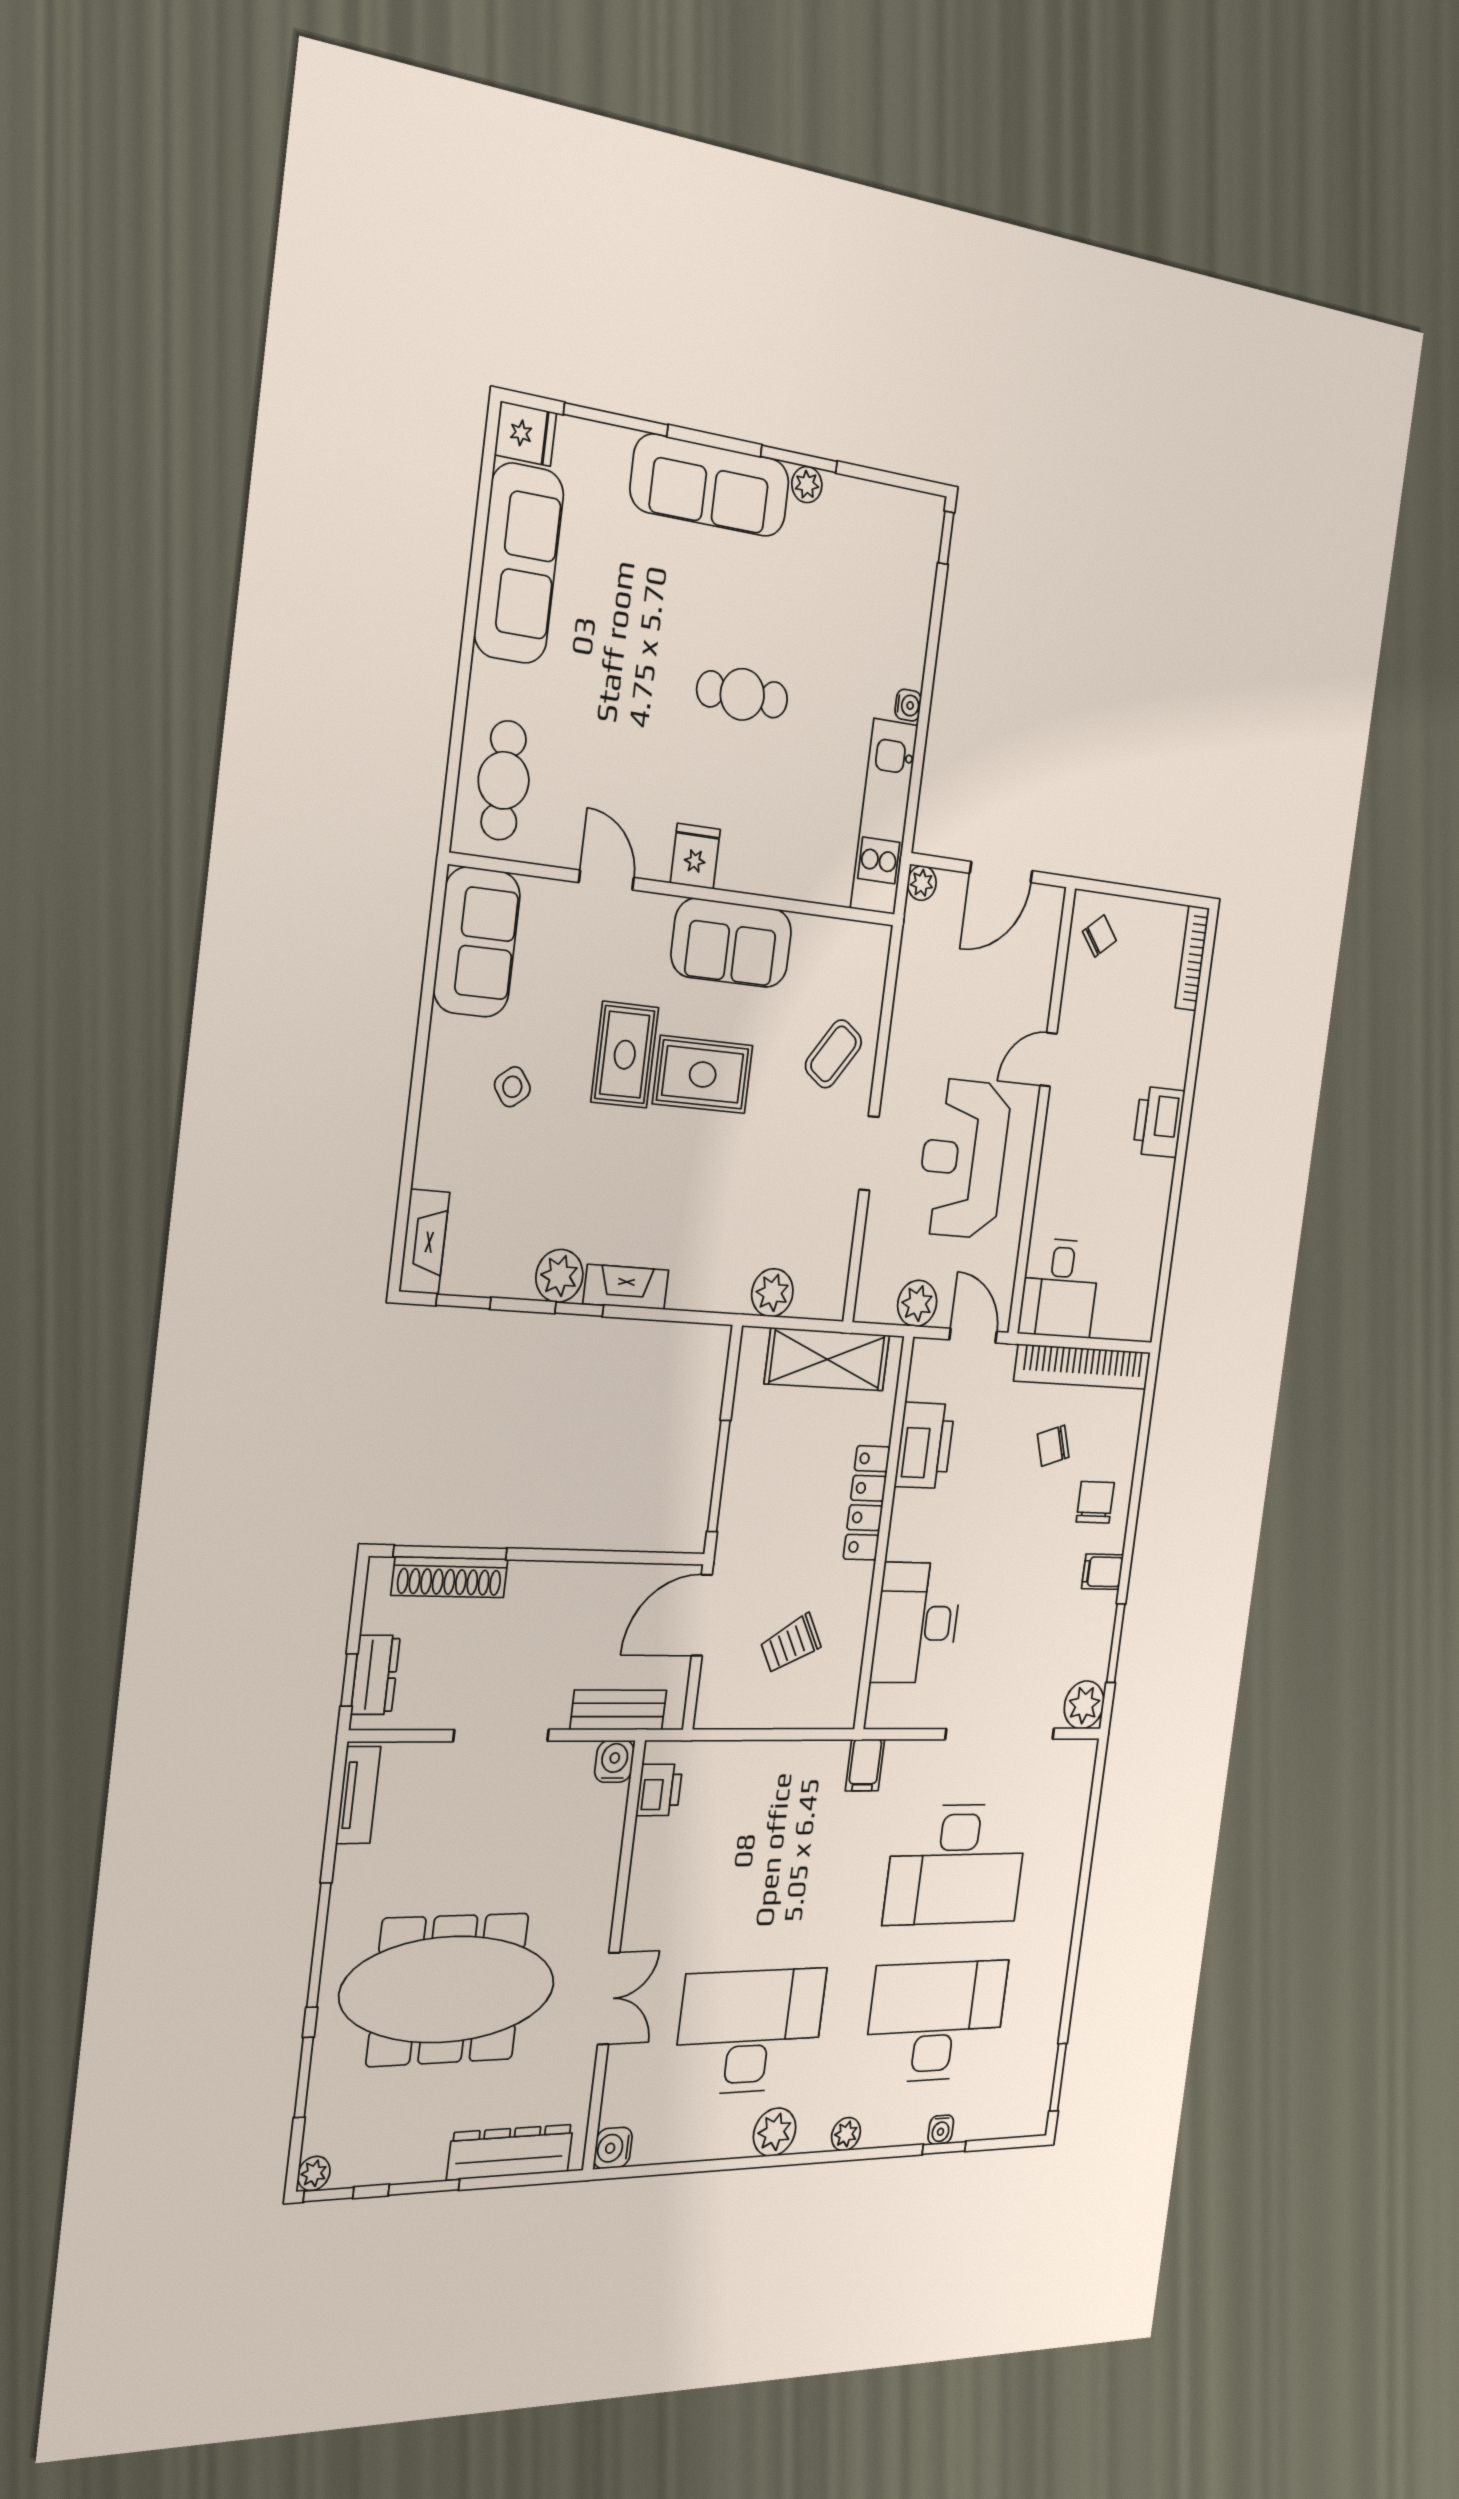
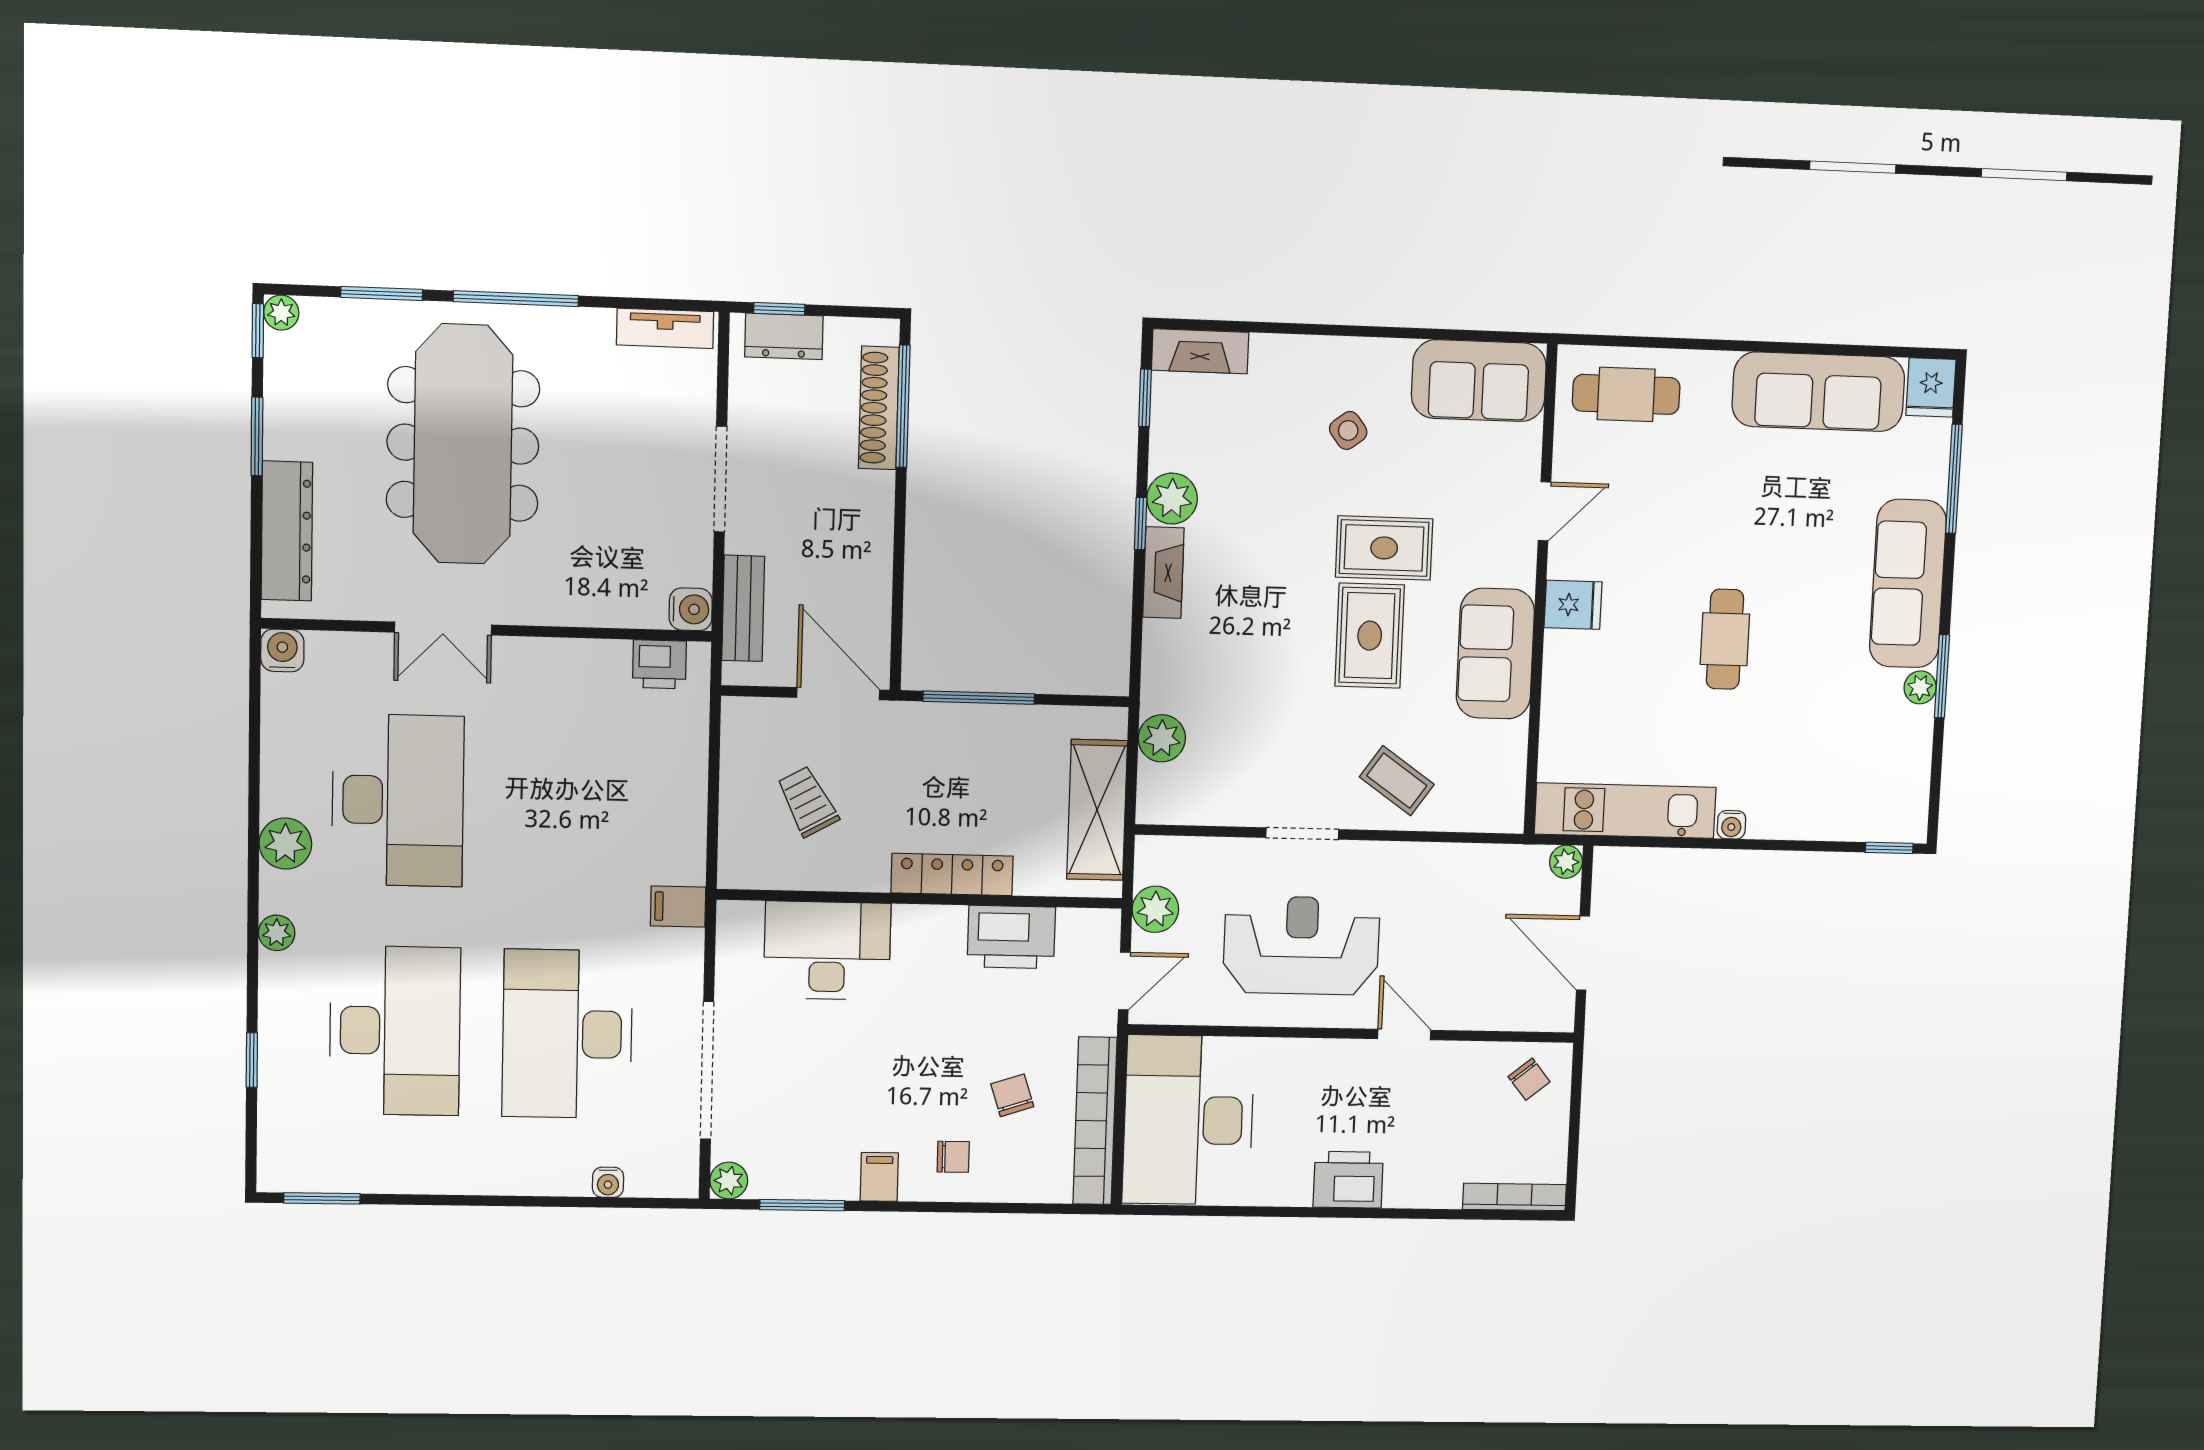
desk: (1060, 1288) -> (1188, 1120), width x1.87, depth x1.30
chair: (1095, 1502) -> (953, 1157), width x0.73, depth x0.73
plant: (1084, 1705) -> (729, 1181), width x0.73, depth x0.73
water cooler: (941, 2130) -> (608, 1182), moved, turned -90

